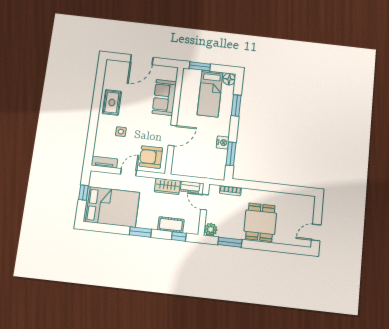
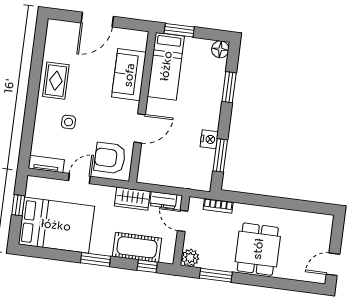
bed: (210, 94) -> (166, 66), moved
cot: (171, 225) -> (137, 247), width x1.37, depth x1.34

